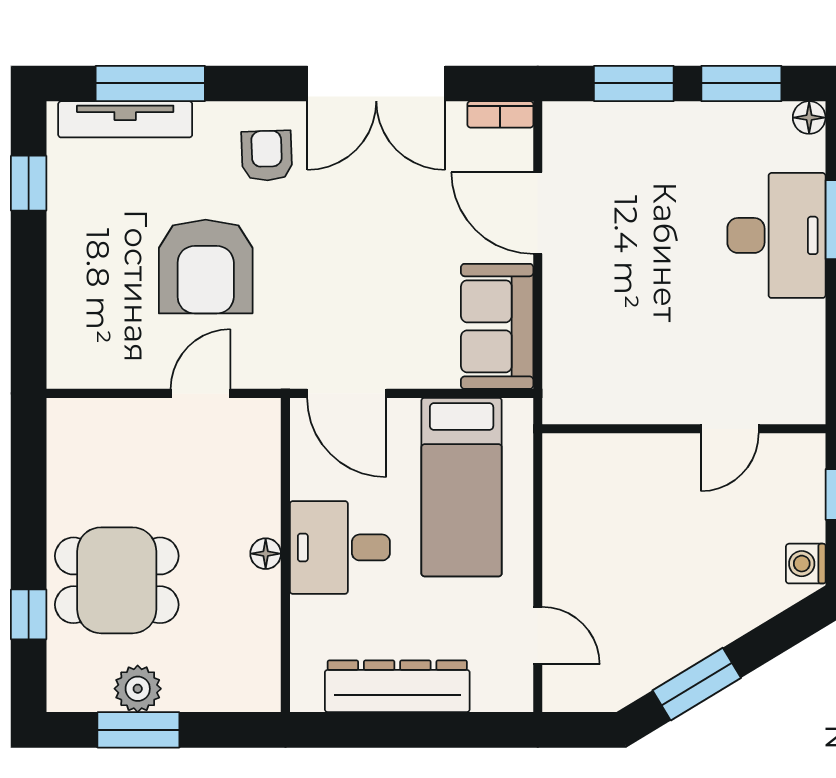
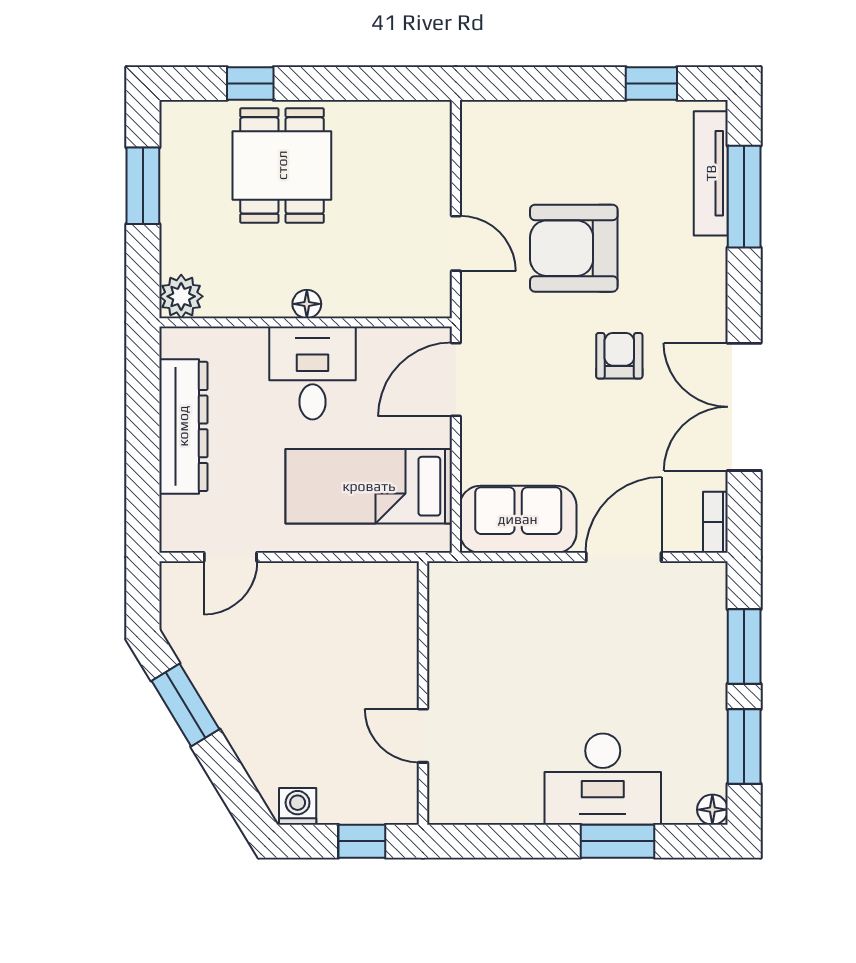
armchair: (267, 156) -> (619, 356), moved, turned -88
plant: (138, 689) -> (181, 296), moved

